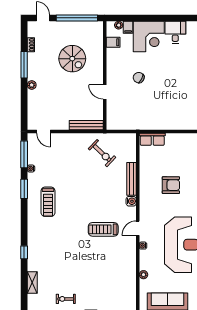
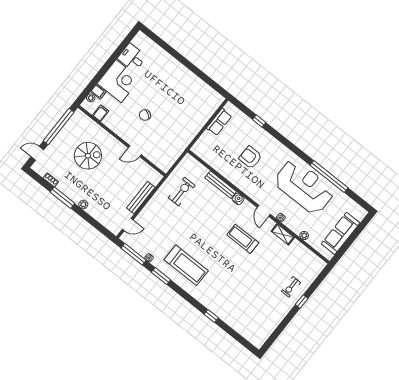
bench: (86, 125) -> (141, 198), moved
row of seats: (152, 139) -> (219, 122), moved
exercise bike: (102, 153) -> (182, 192), turned -44
armchair: (171, 185) -> (250, 157), turned -90
treadmill: (48, 202) -> (186, 265), width x1.37, depth x1.38
treadmill: (103, 229) -> (243, 239), turned 90
shelving: (32, 283) -> (283, 234), moved
exercise bike: (66, 299) -> (291, 287), moved

